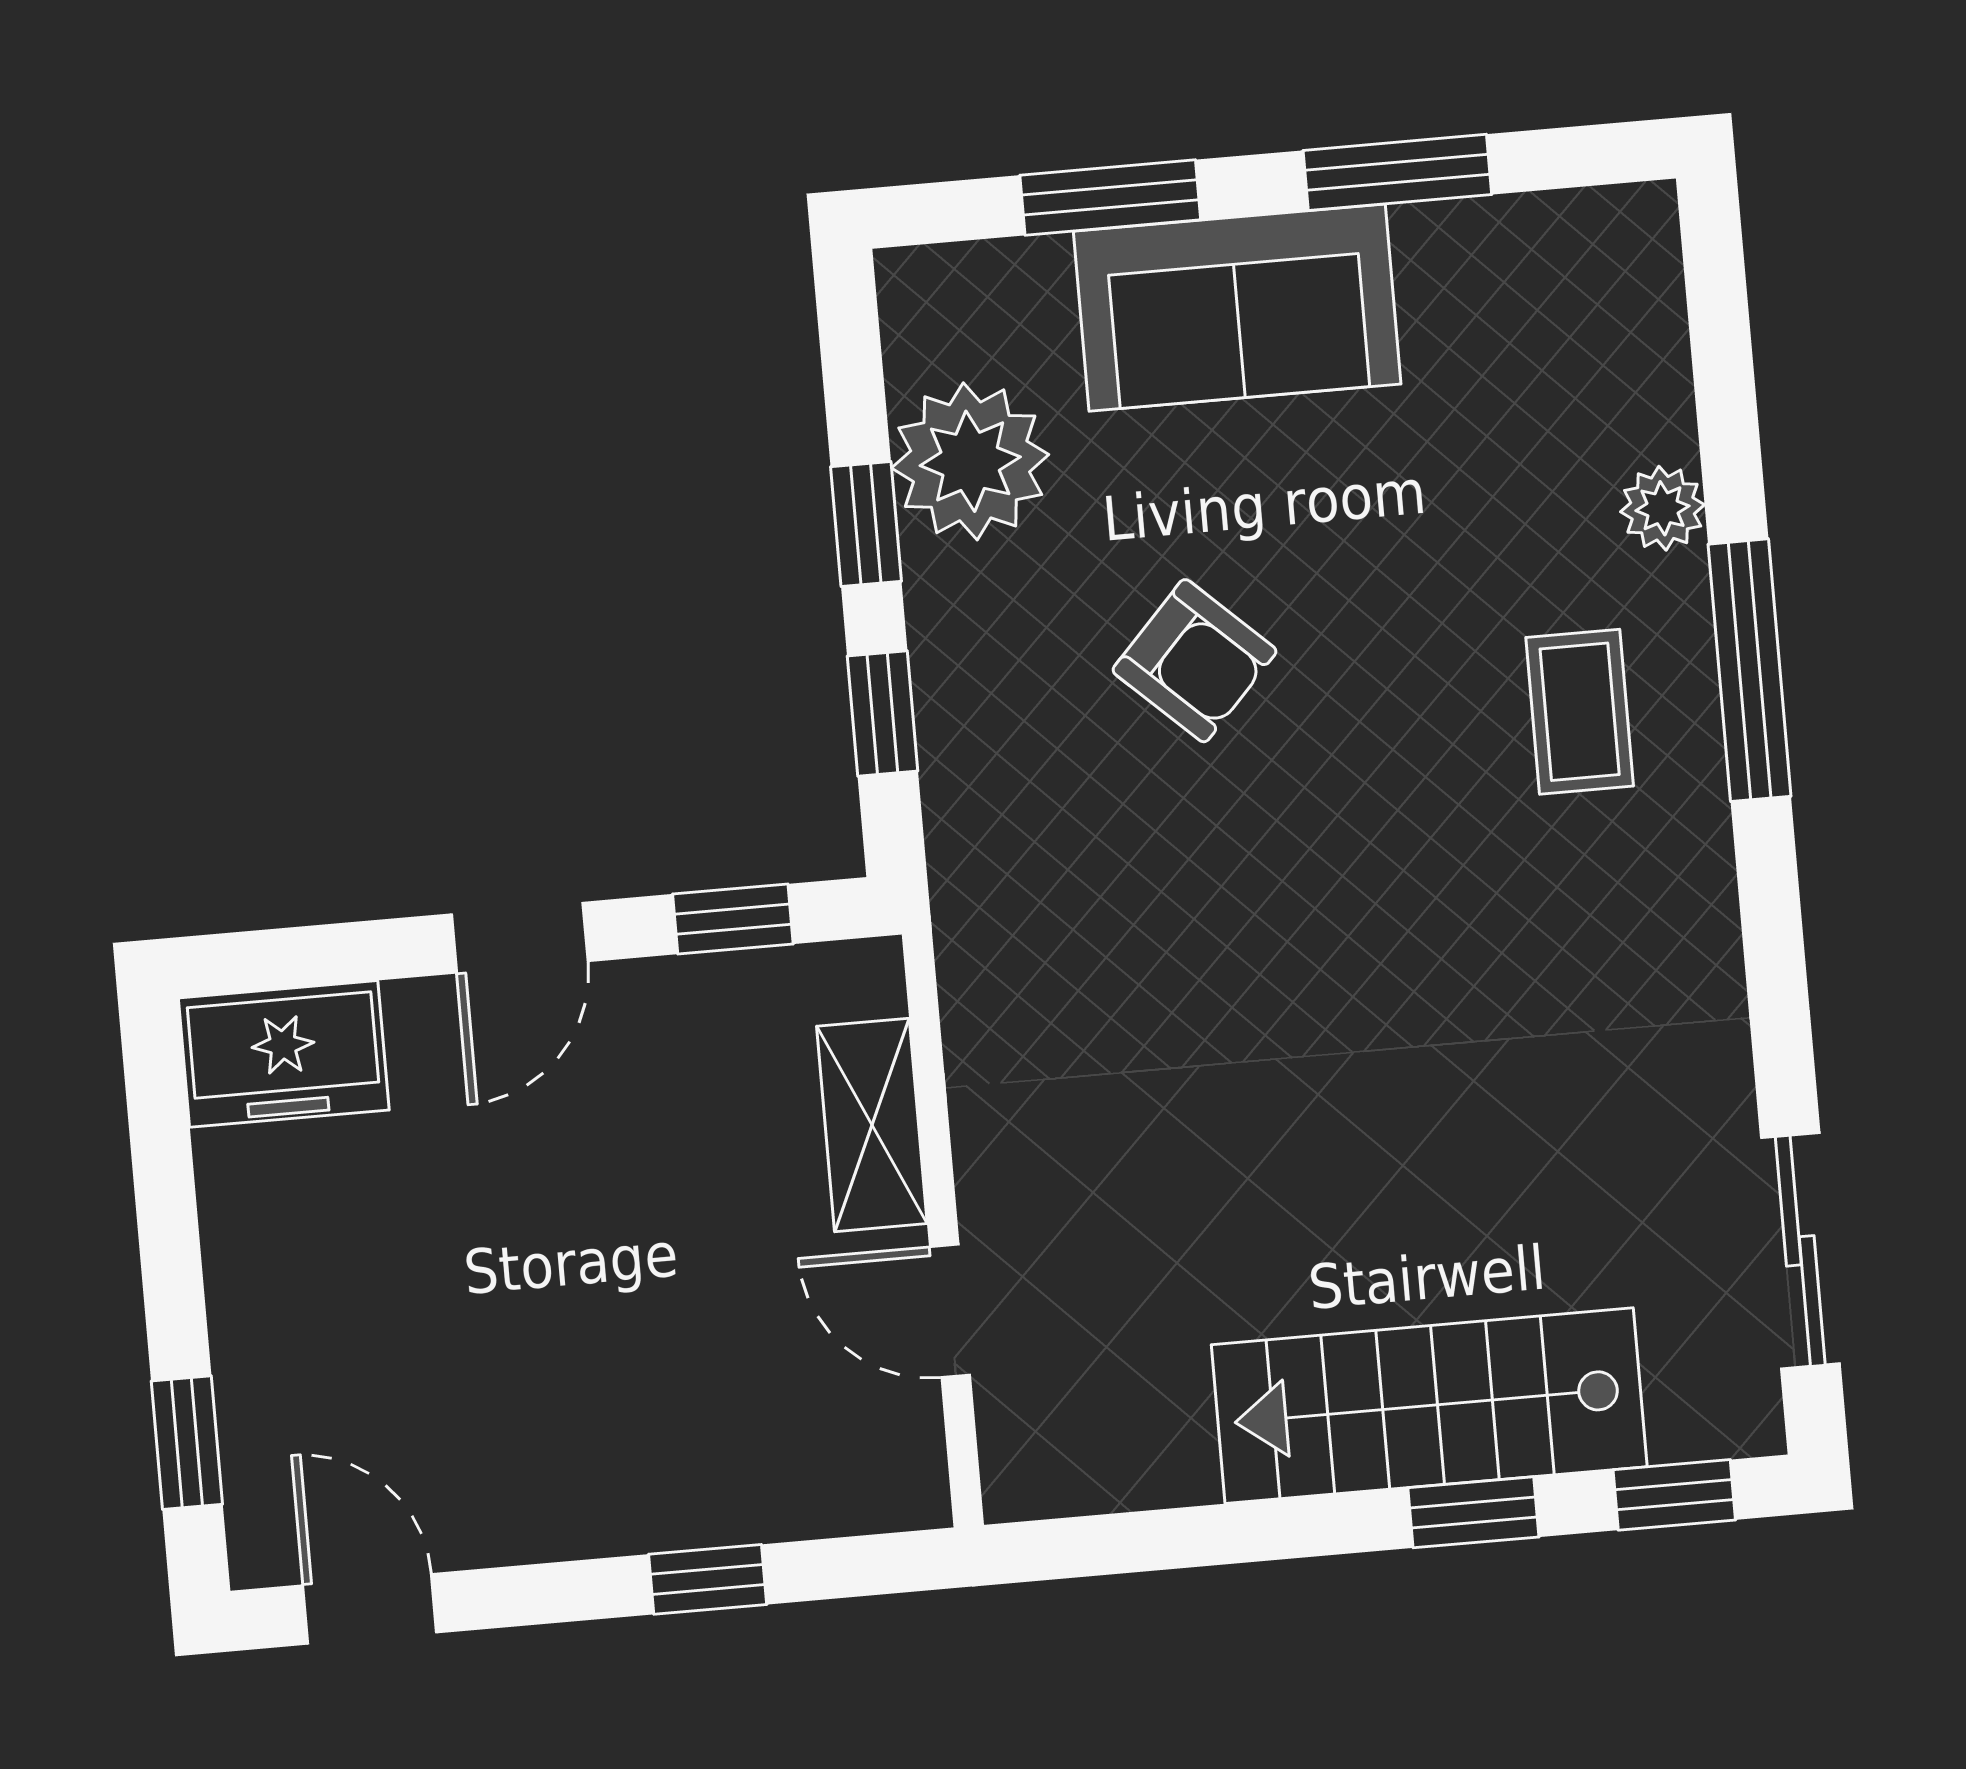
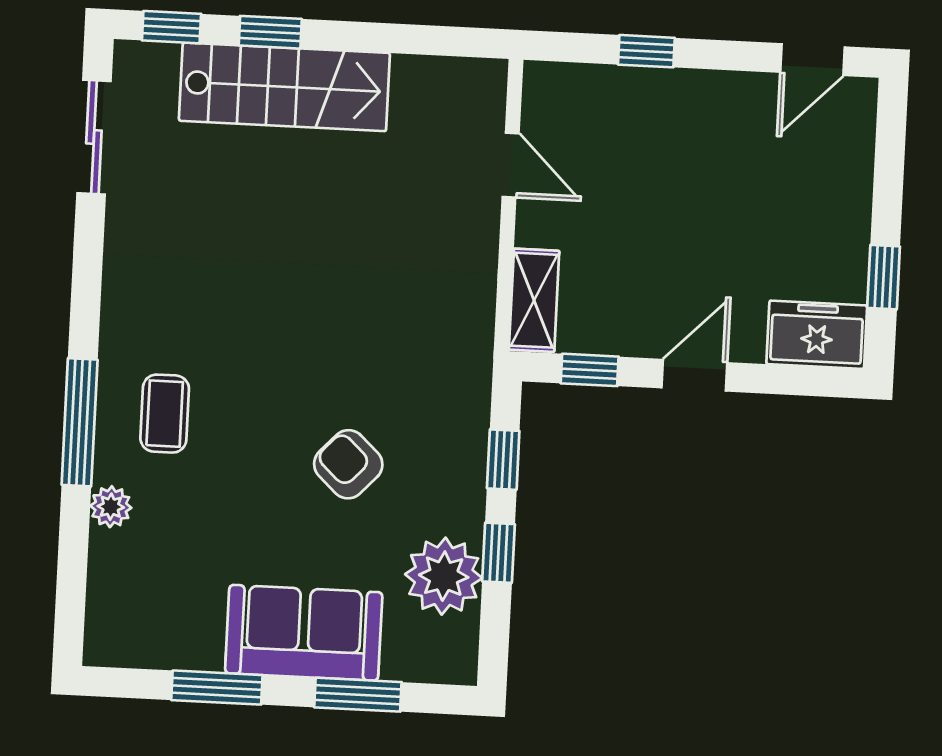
shelving: (872, 1125) -> (534, 300), moved
window: (187, 1443) -> (884, 277), moved
door: (370, 1609) -> (812, 60), hinge flipped

